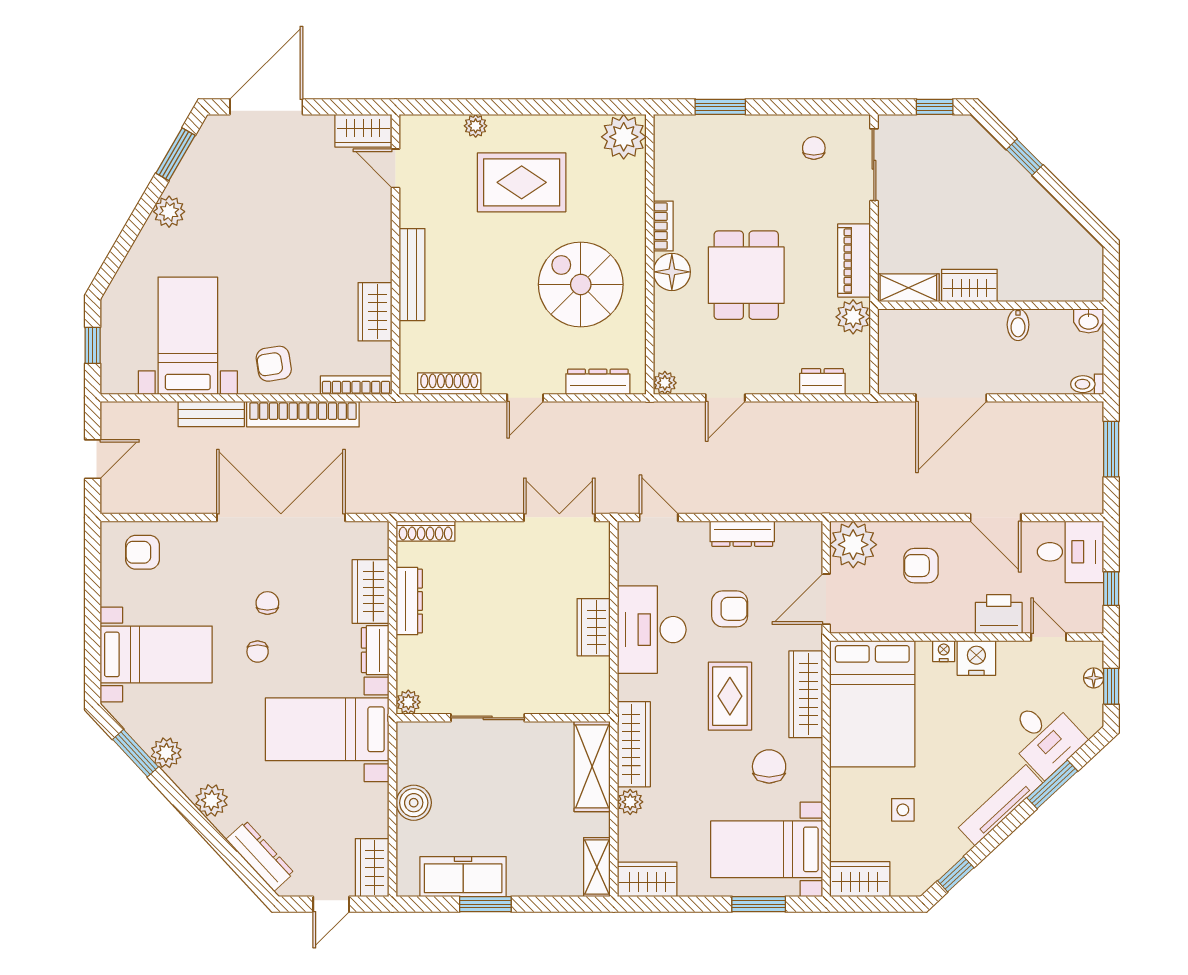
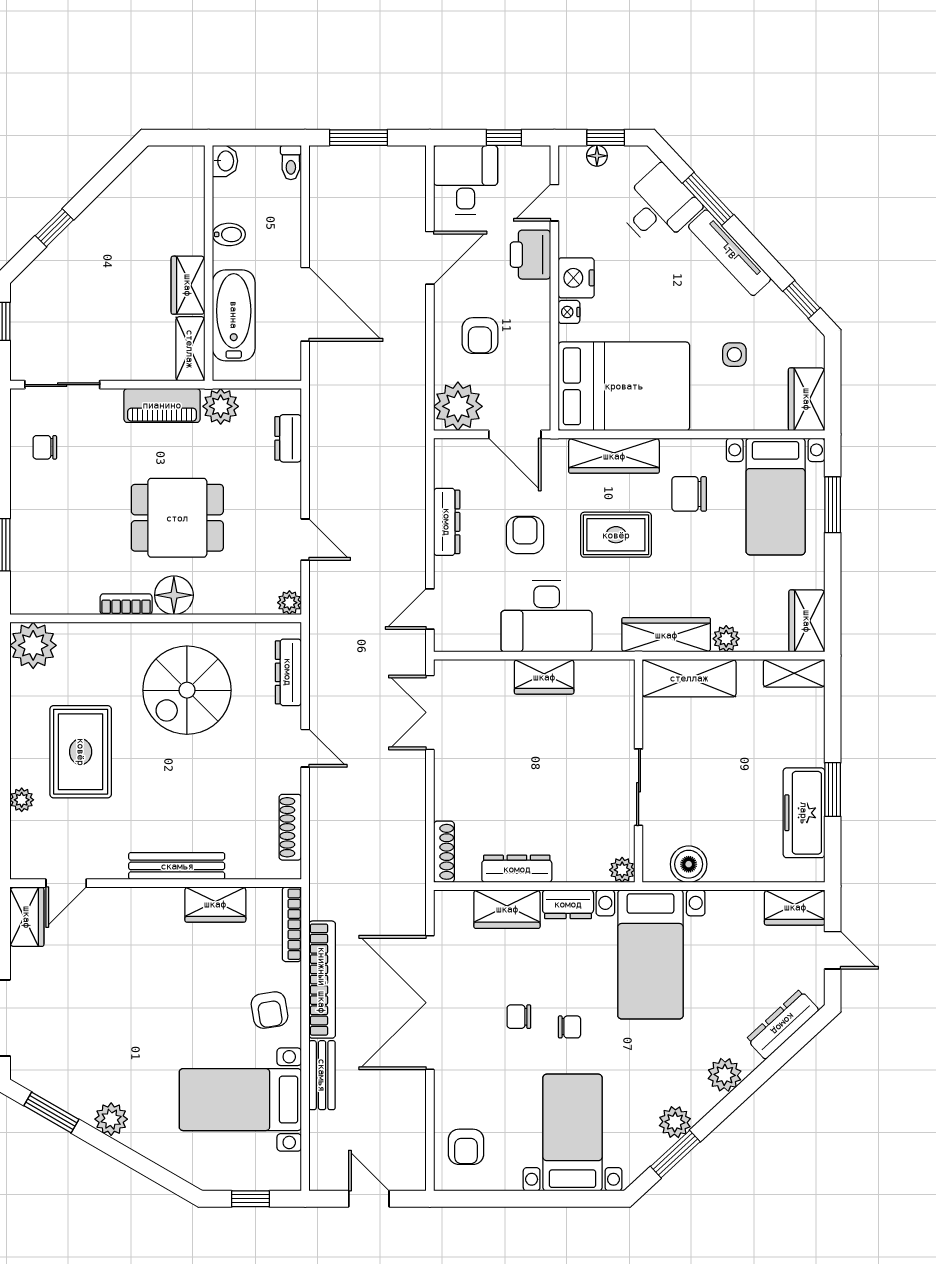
bathtub: (940, 329) -> (234, 315), added
boiler: (414, 803) -> (689, 864), moved

